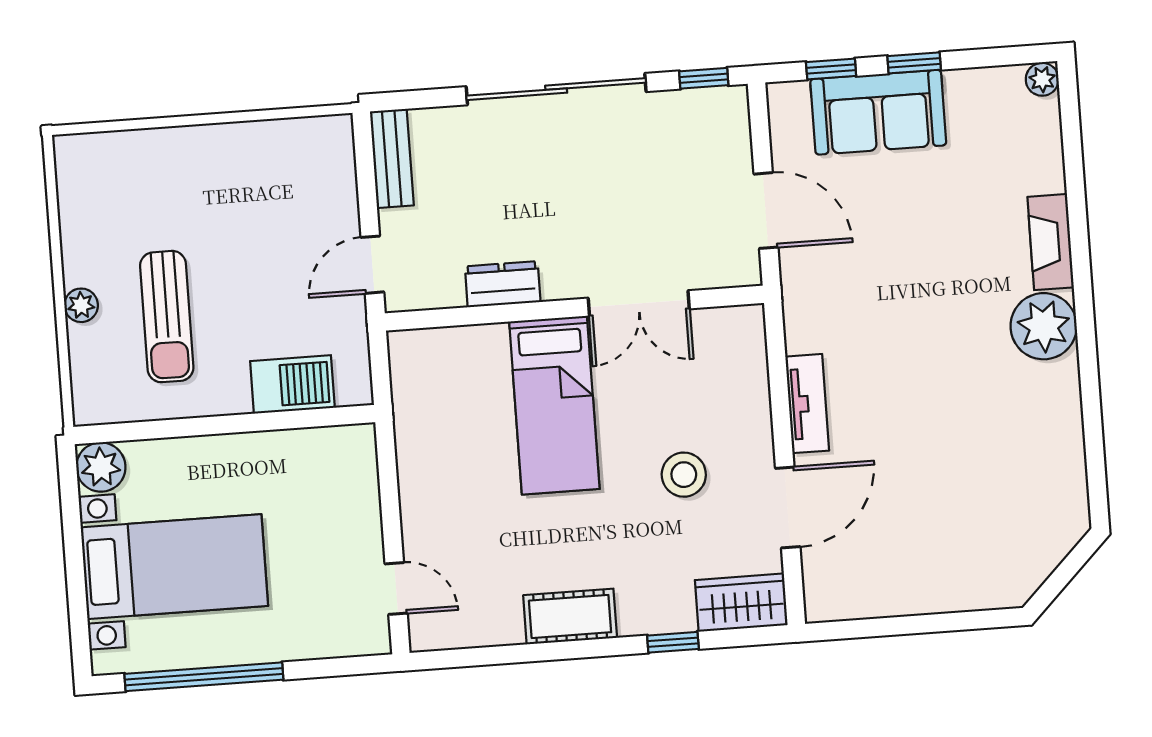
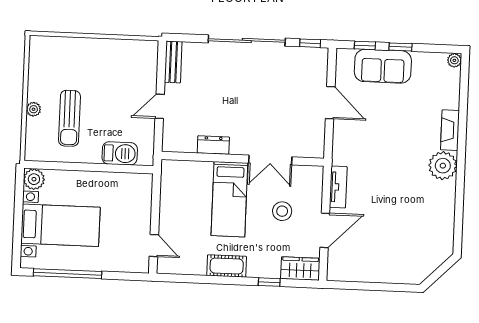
dresser: (503, 284) -> (213, 145), moved
double door: (639, 303) -> (270, 160), moved
wall: (574, 308) -> (243, 159), moved
bed: (554, 405) -> (229, 199), moved

